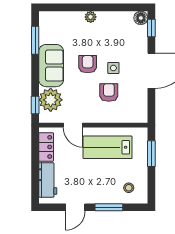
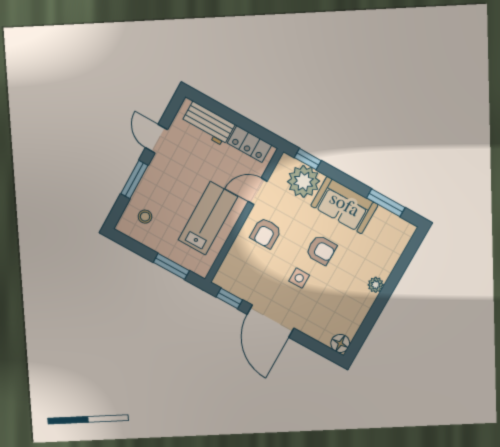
window: (151, 28) -> (229, 298), moved
armchair: (109, 92) -> (266, 233), moved, turned 90

